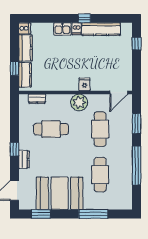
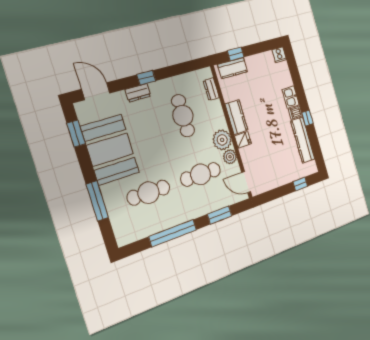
kitchen counter: (25, 48) -> (236, 117), moved, turned -90
plant: (94, 100) -> (230, 157), added

